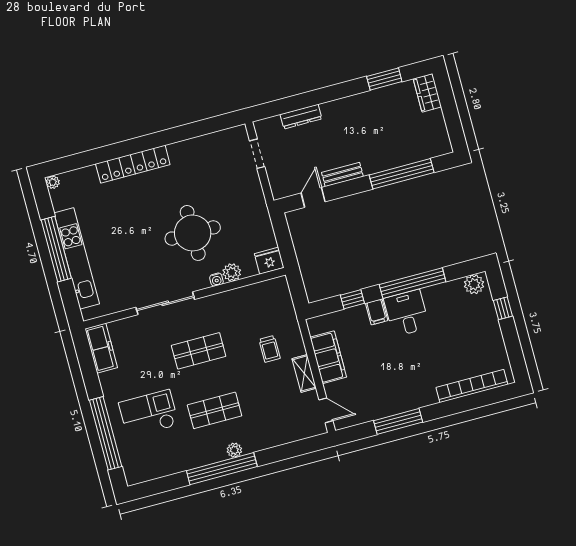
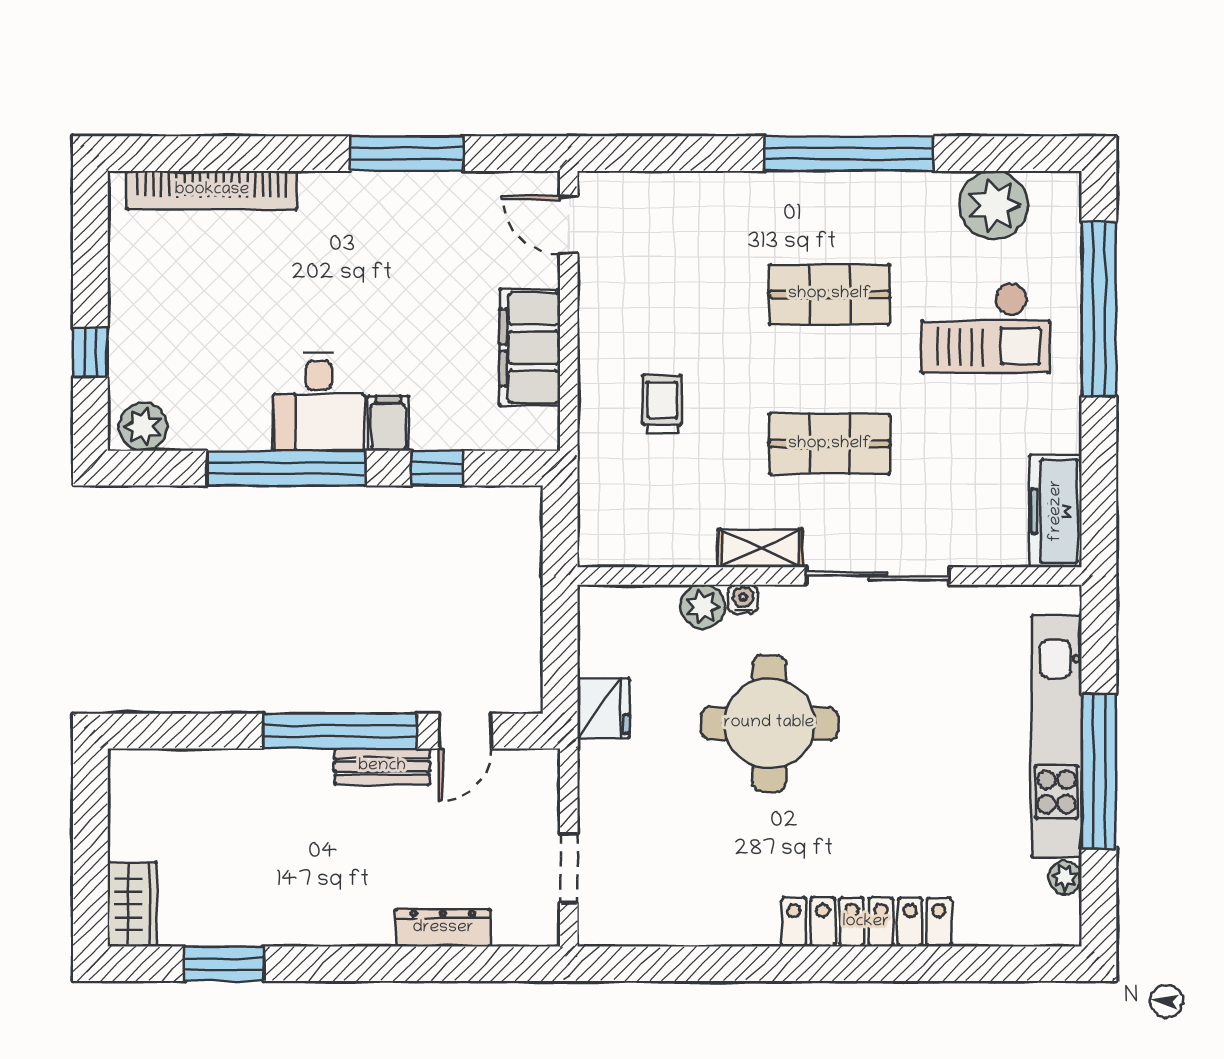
window: (402, 174) -> (340, 731), moved
plant: (53, 182) -> (1065, 877), moved
fridge: (269, 261) -> (603, 708), moved, turned -90
shelving: (304, 373) -> (760, 548), moved, turned 90
plant: (234, 450) -> (994, 205), moved, width x1.88, depth x1.88

